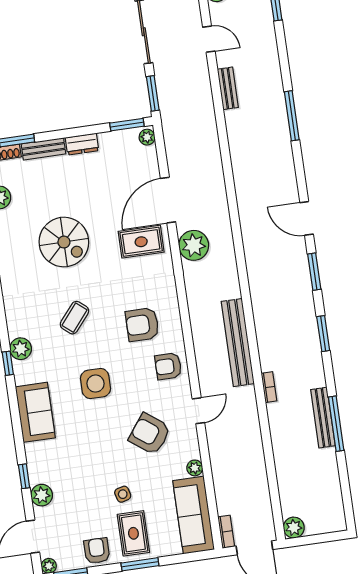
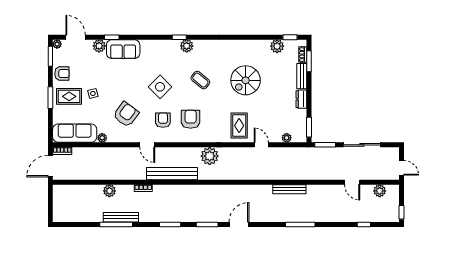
door: (209, 39) -> (352, 182), hinge flipped
bench: (228, 88) -> (289, 189), moved, width x1.36
plant: (147, 137) -> (287, 138), moved
door: (168, 200) -> (261, 145), width x0.53
plant: (194, 245) -> (210, 156), moved
armchair: (168, 366) -> (163, 120), moved
side table: (95, 384) -> (160, 87), turned 45
door: (198, 411) -> (147, 145), moved
sofa: (35, 412) -> (123, 49), moved
plant: (294, 528) -> (109, 191), moved

